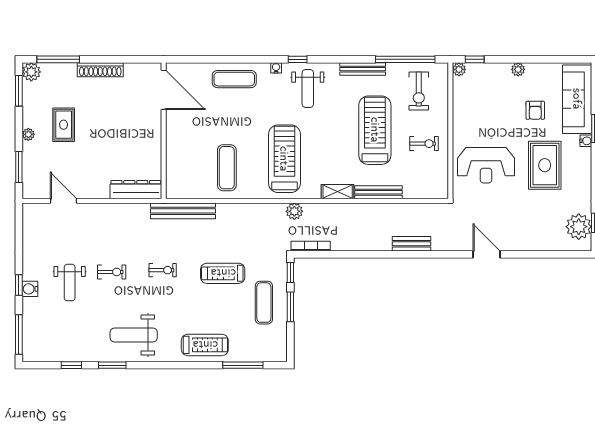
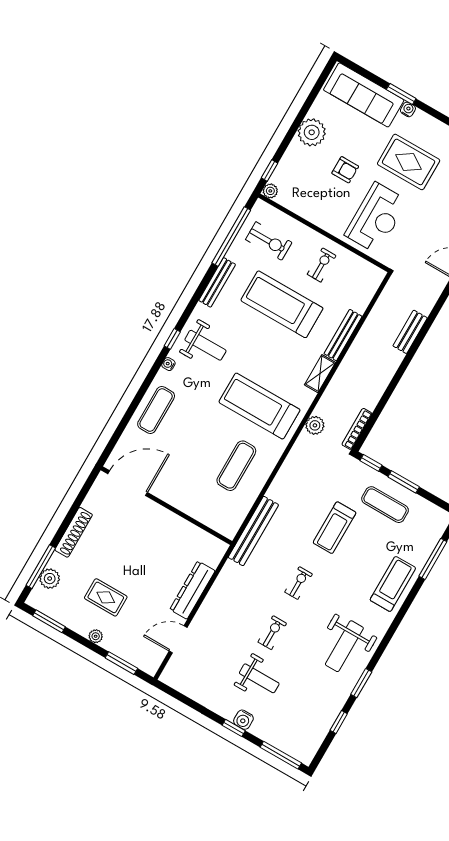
plant: (518, 69) -> (312, 132), width x1.88, depth x1.88
plant: (31, 72) -> (50, 579), moved
armchair: (535, 110) -> (345, 170), moved
exercise mat: (227, 168) -> (236, 466), turned 90
dresser: (136, 190) -> (192, 590), moved

